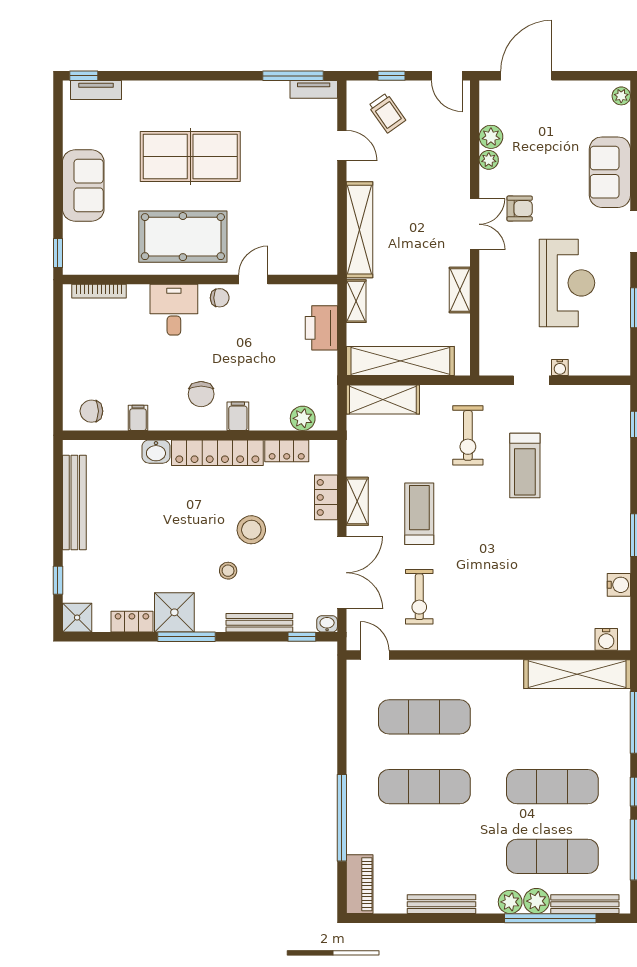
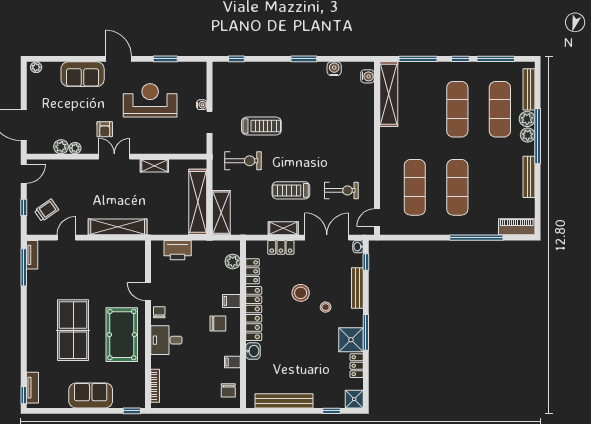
armchair: (520, 209) -> (105, 129), turned 180
shelving: (356, 301) -> (161, 229), removed
window: (550, 918) -> (538, 136), moved

